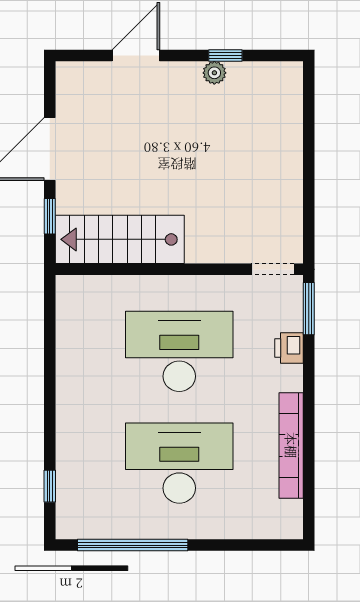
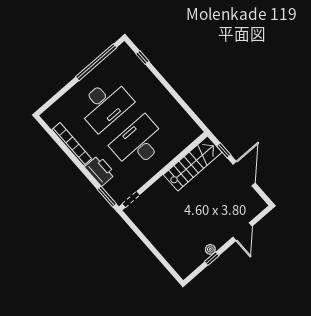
printer: (289, 348) -> (100, 170), width x1.87, depth x1.48
desk: (179, 351) -> (138, 143), turned 180

